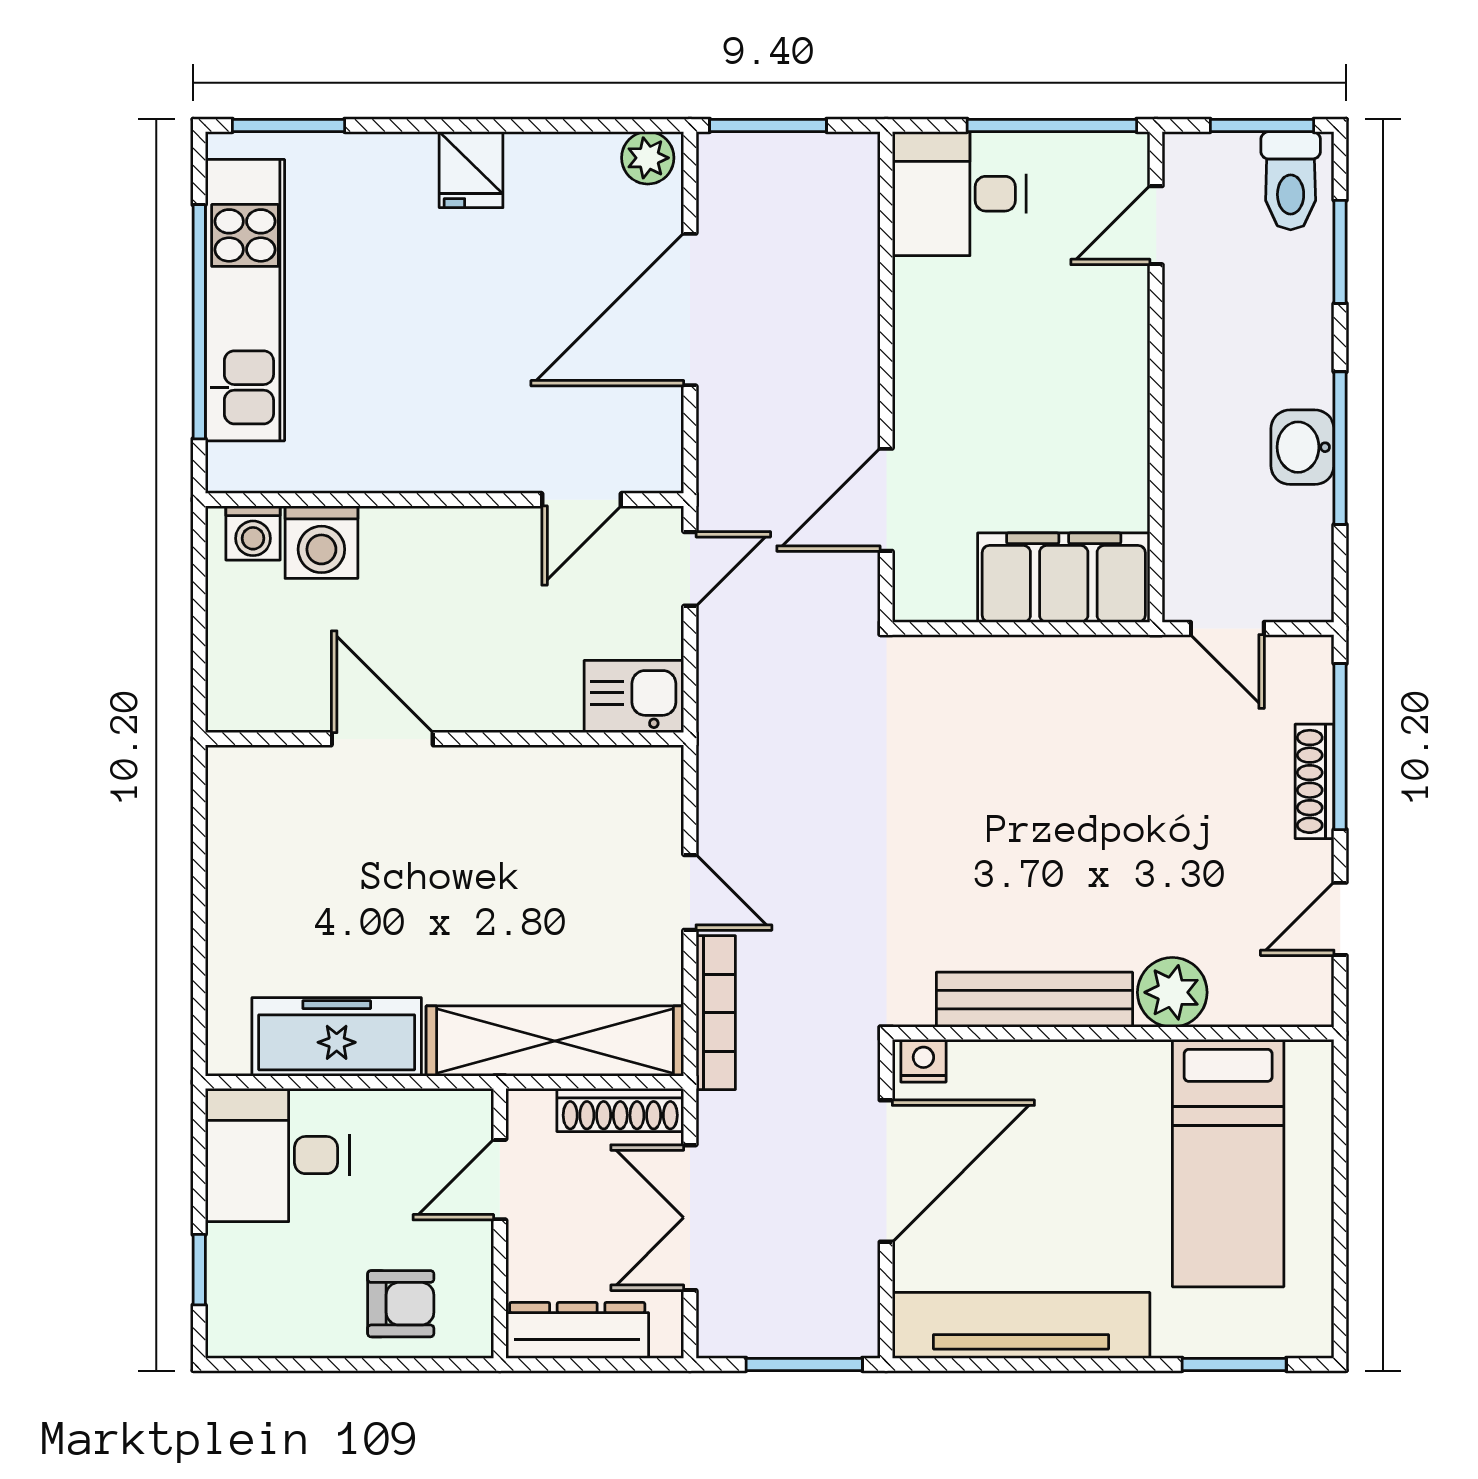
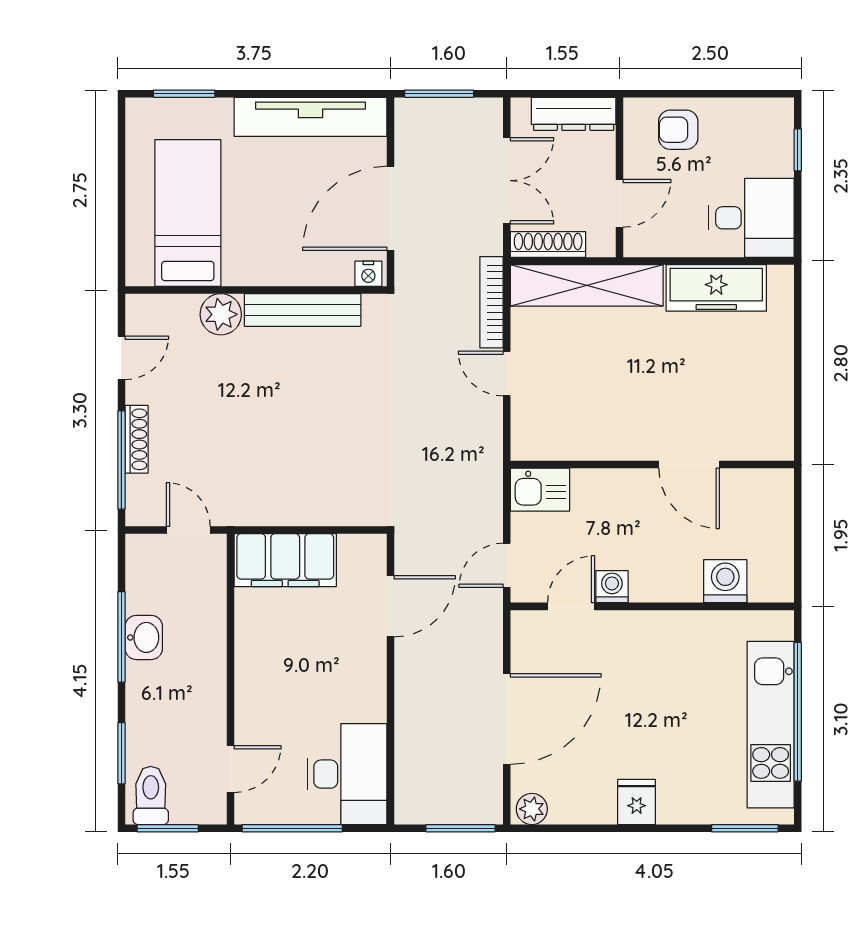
desk: (959, 194) -> (347, 774), width x1.37
washing machine: (253, 533) -> (612, 587), moved

